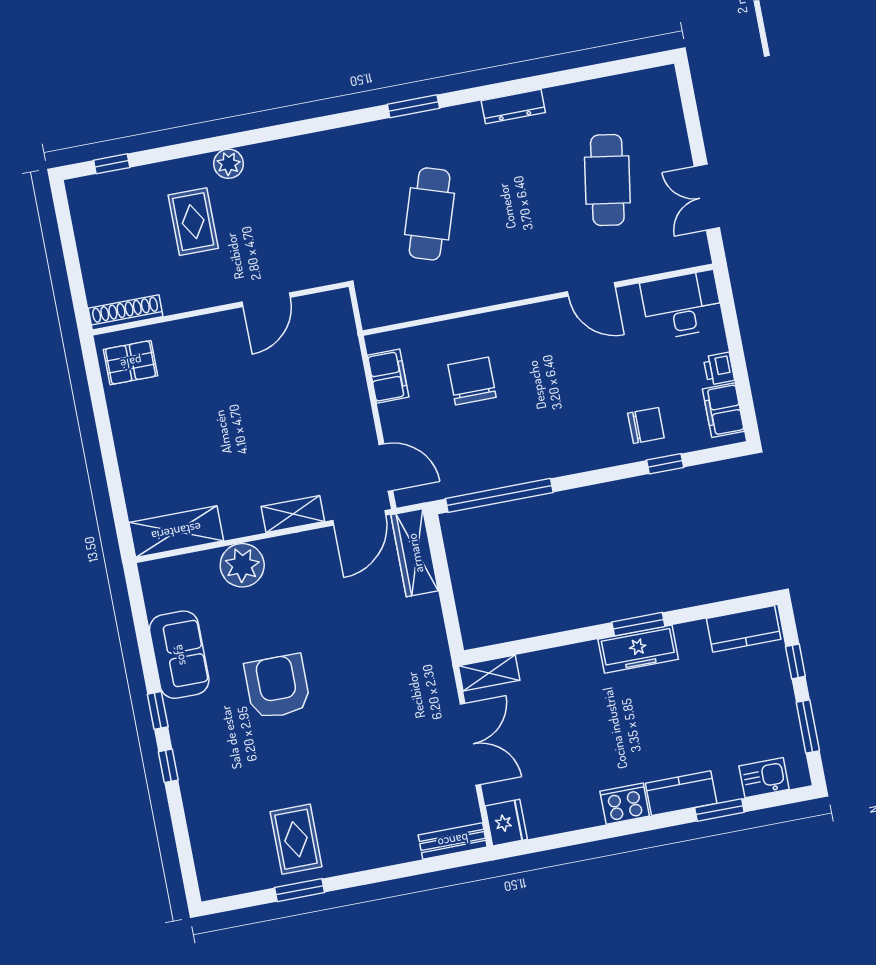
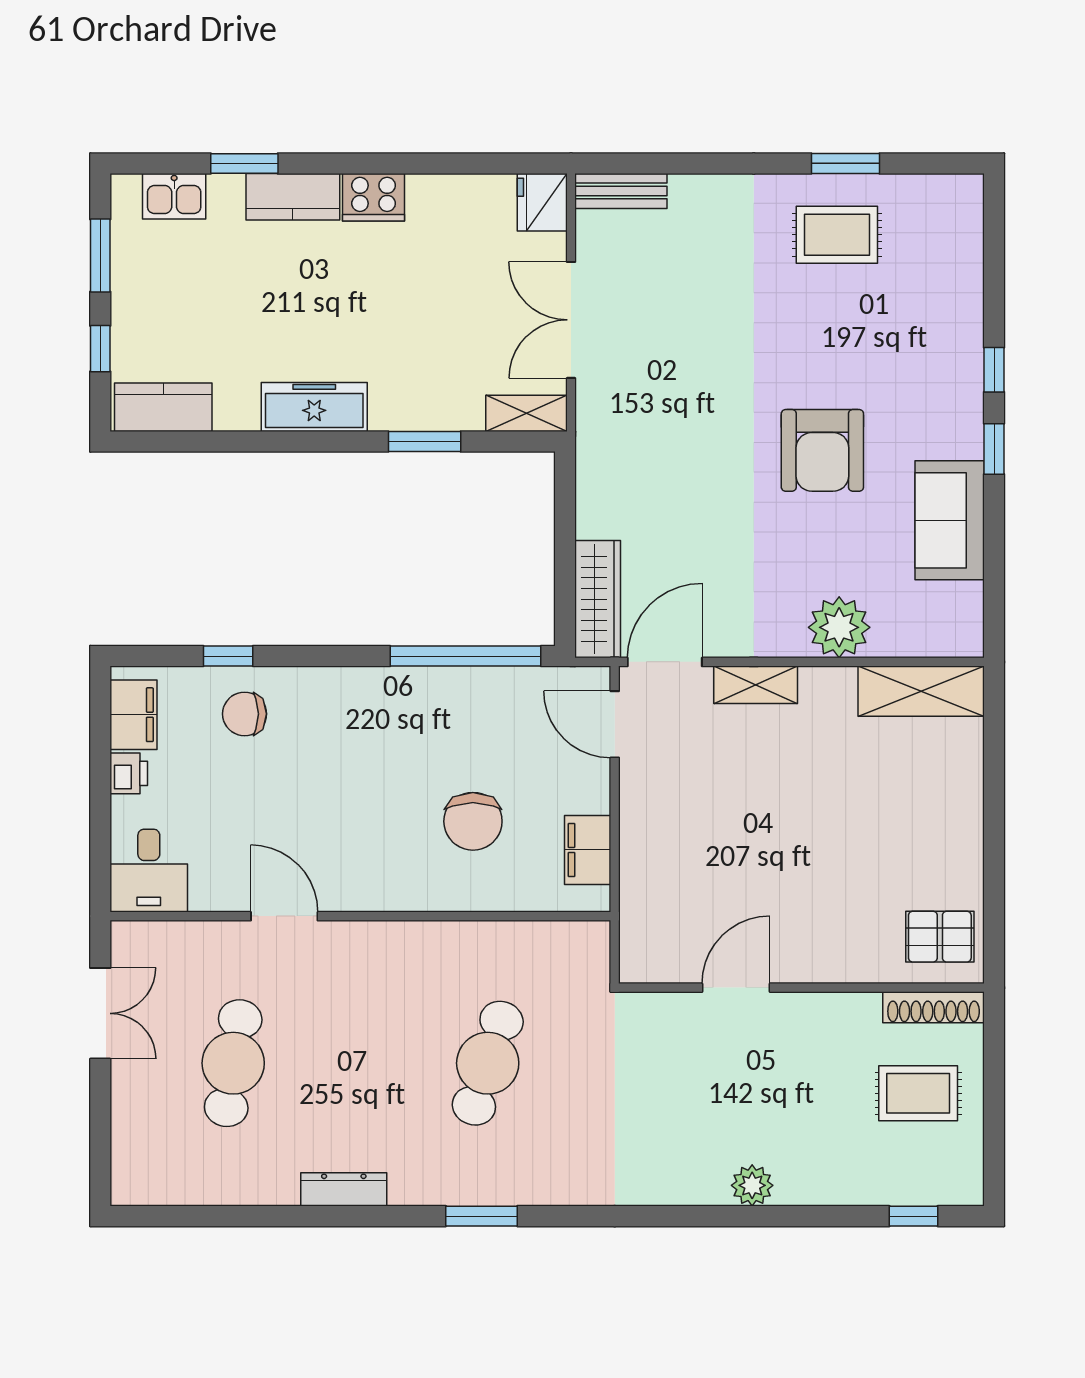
rug: (193, 222) -> (918, 1093), moved, turned 90
desk: (682, 305) -> (149, 871), width x0.73
window: (638, 624) -> (425, 442), moved
rug: (296, 839) -> (837, 235), turned 90

